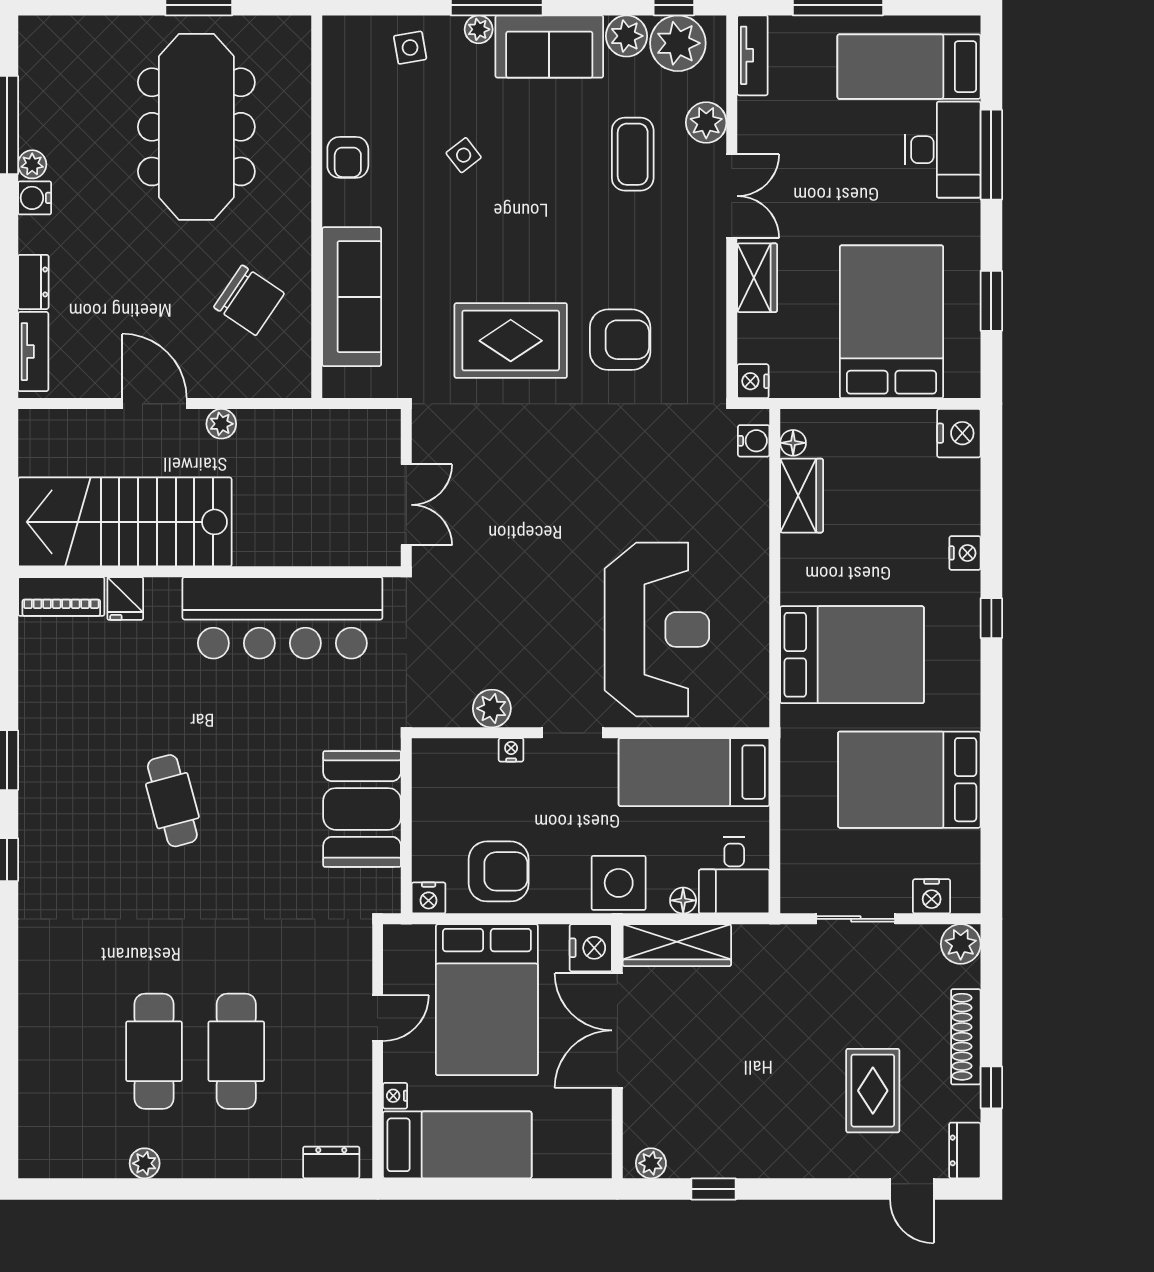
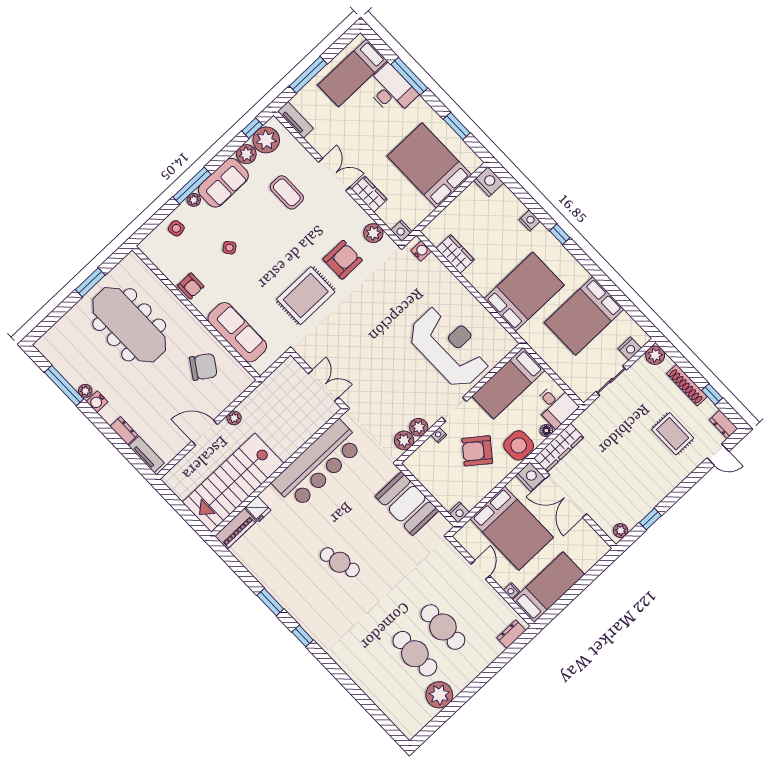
plant: (706, 122) -> (373, 233), moved
floor lamp: (793, 443) -> (435, 239), removed
plant: (450, 707) -> (404, 440), added
armchair: (499, 871) -> (477, 451), moved, turned -142
plant: (145, 1163) -> (439, 695), width x1.88, depth x1.88

